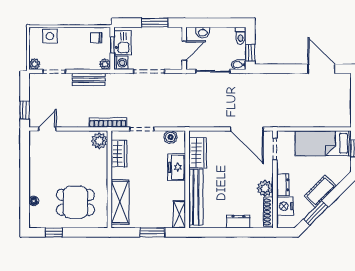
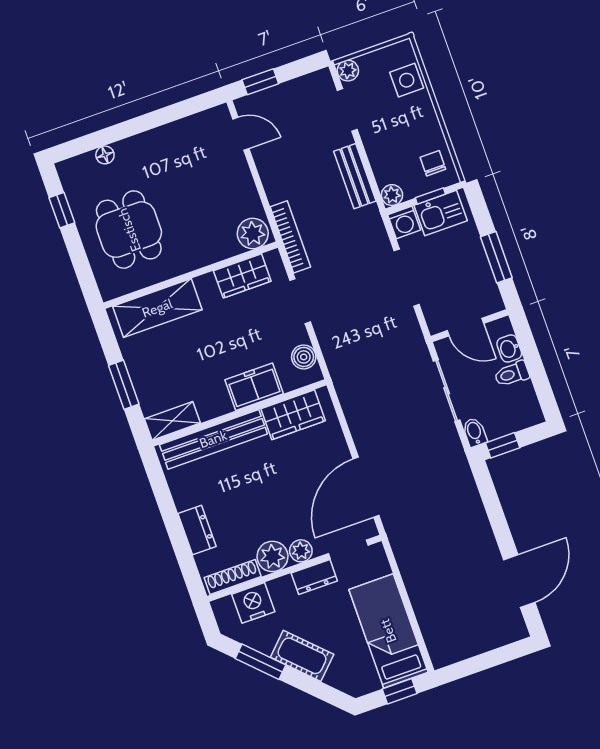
toilet: (241, 36) -> (512, 374), moved
plant: (267, 173) -> (301, 551), added
dresser: (283, 185) -> (314, 577), moved

